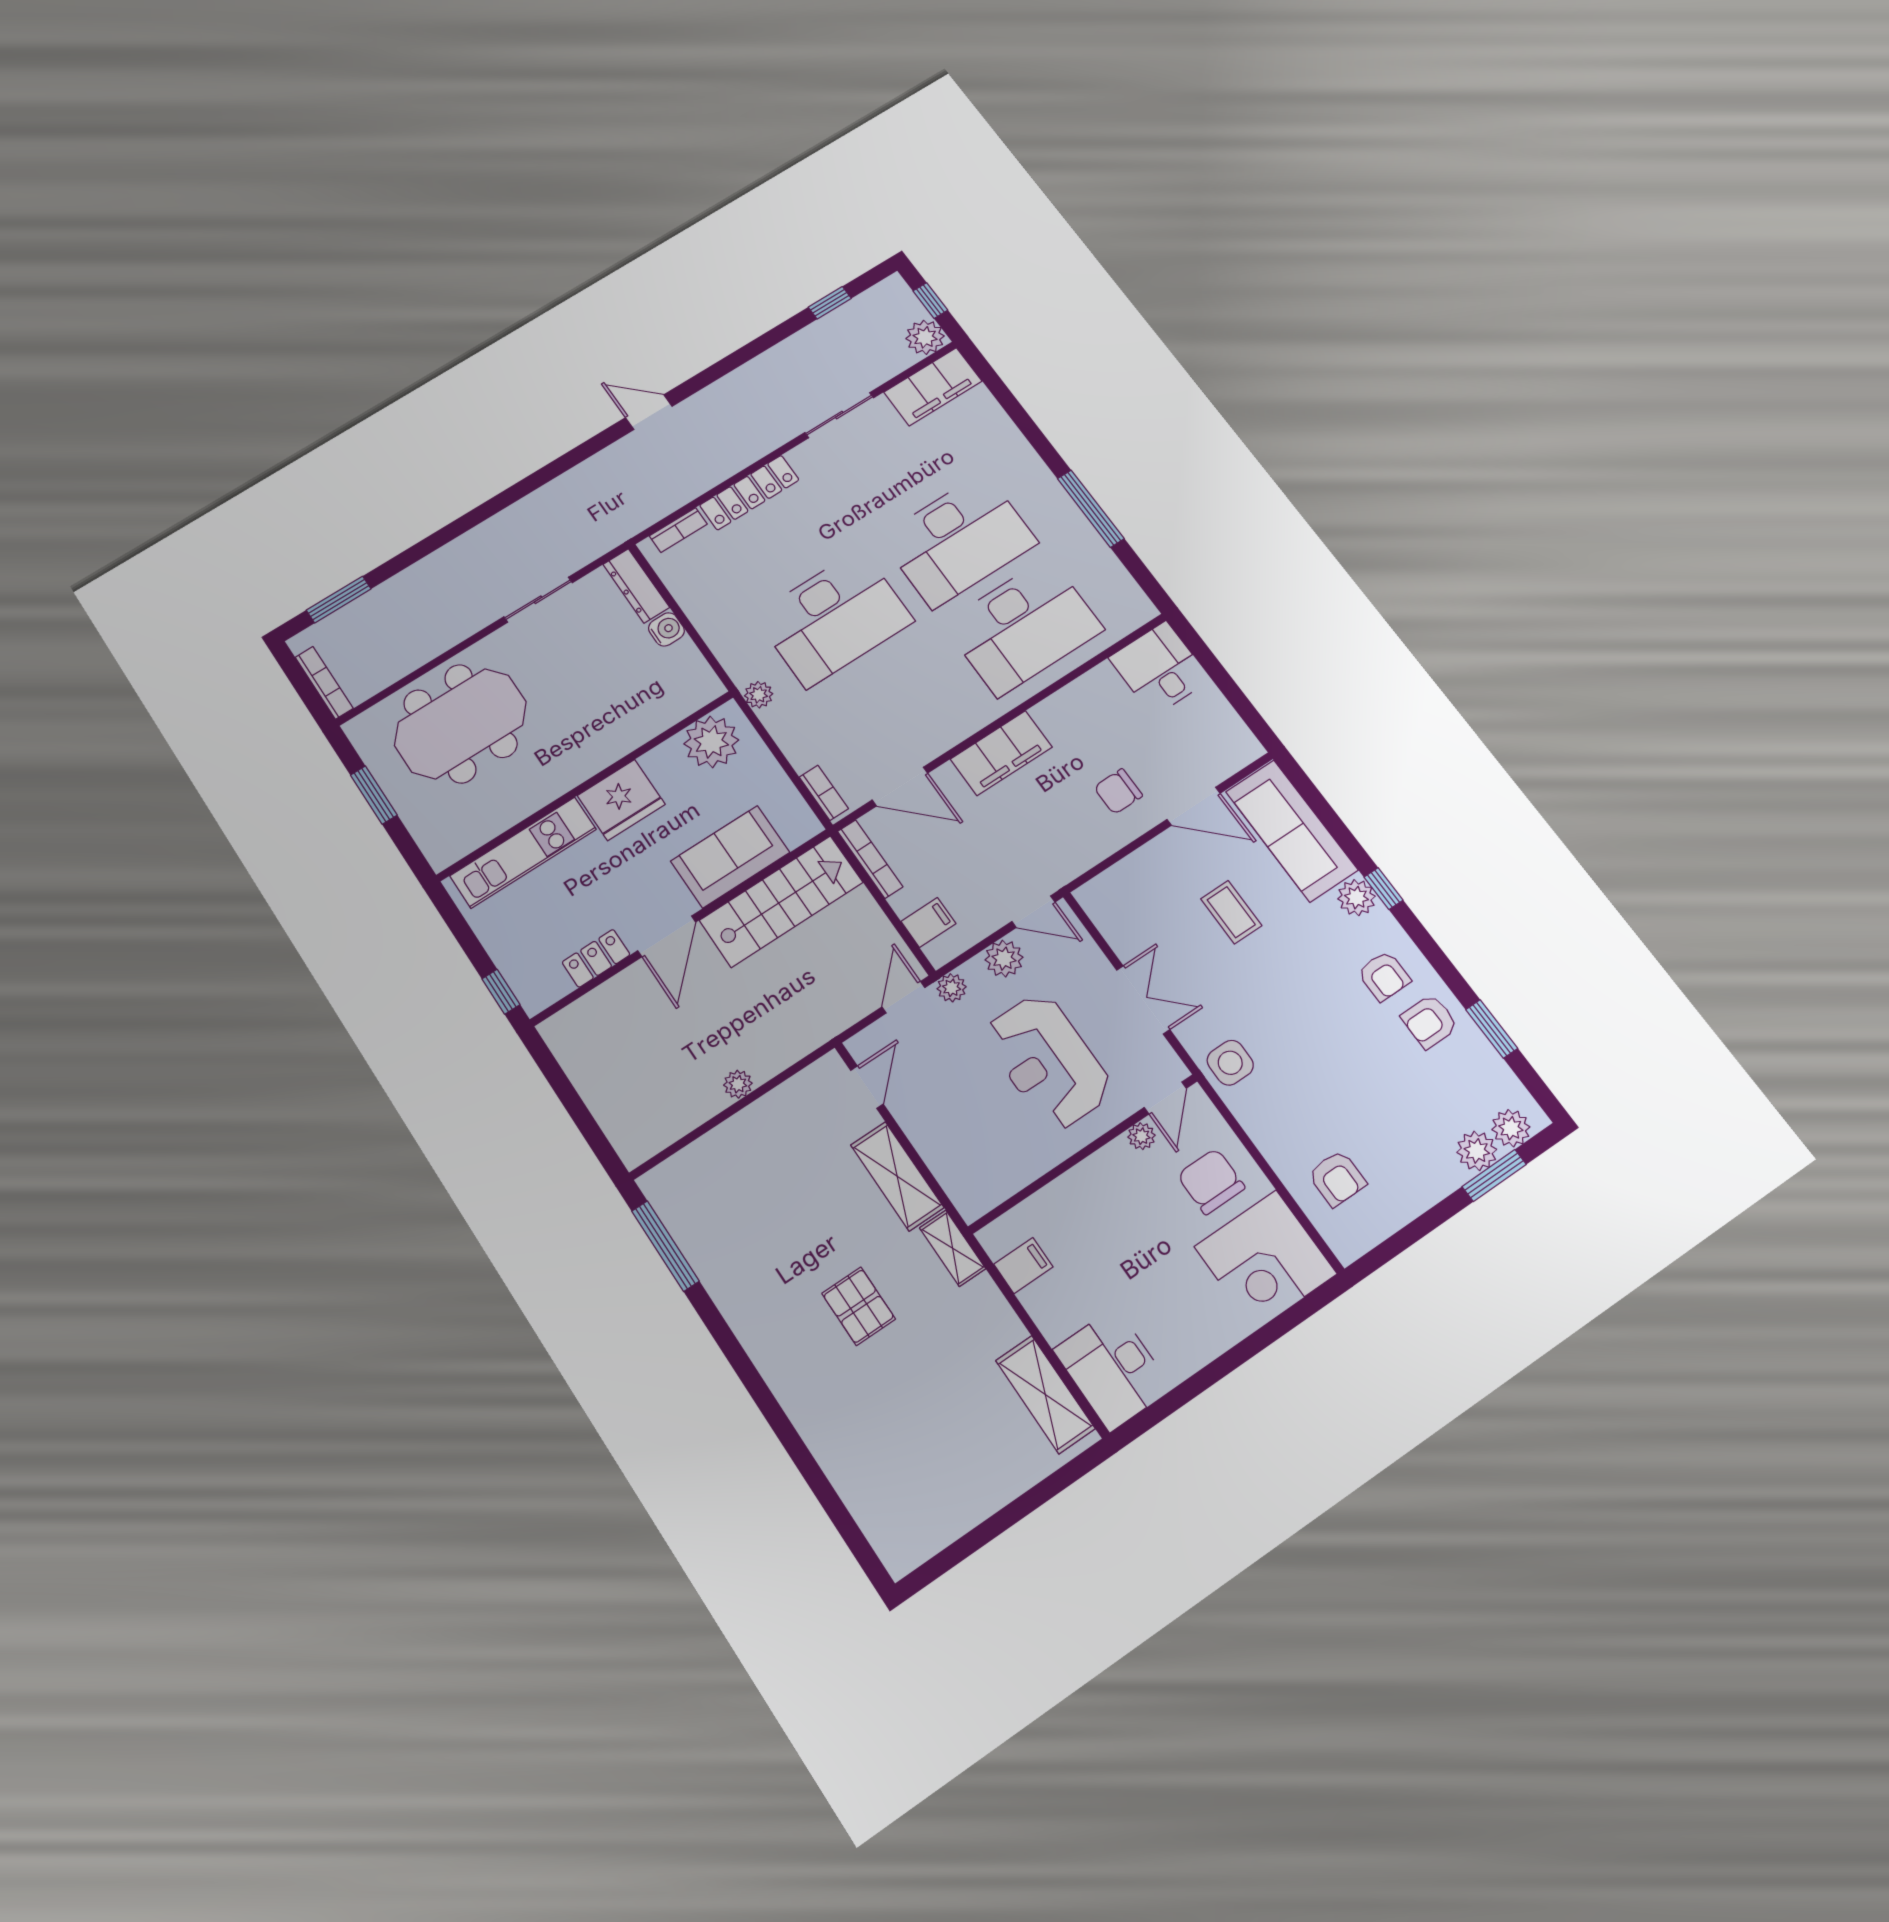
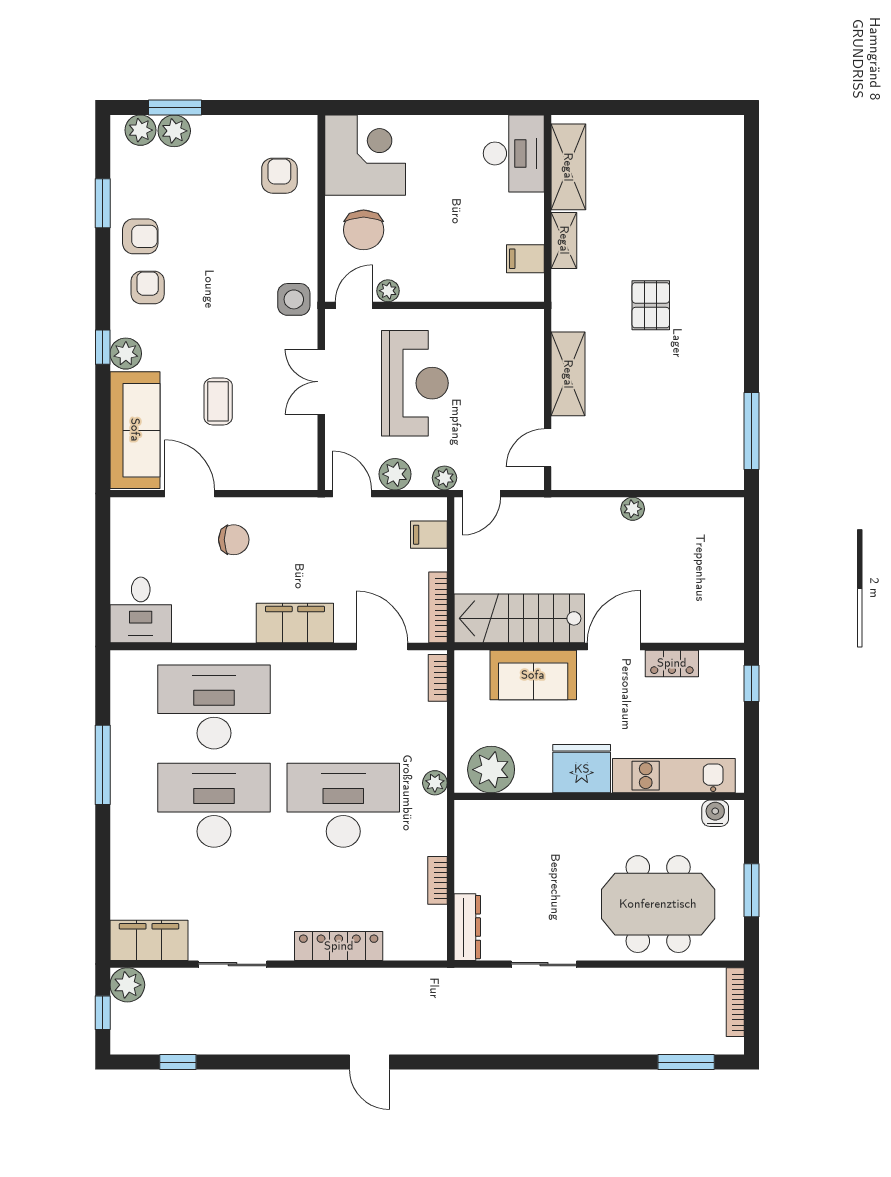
bookcase: (678, 530) -> (438, 880), moved, turned -90
water cooler: (666, 629) -> (715, 813), moved, turned 90
shelving: (953, 1248) -> (564, 240), moved

